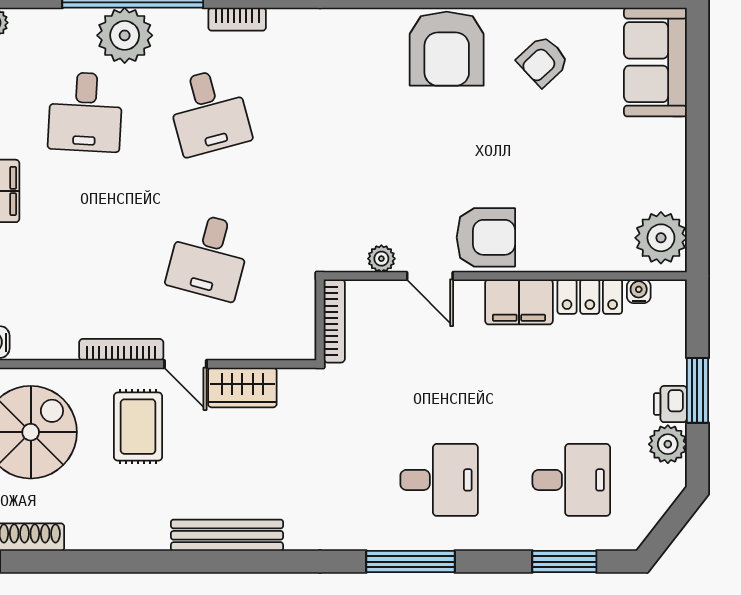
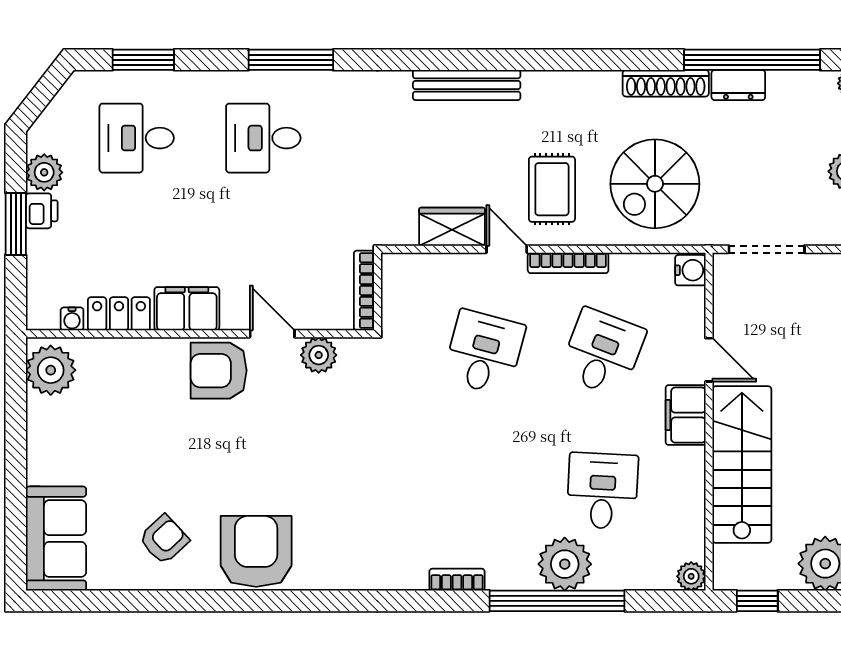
desk: (209, 112) -> (602, 352), moved, turned 36
plant: (381, 259) -> (319, 355), width x1.38, depth x1.38

